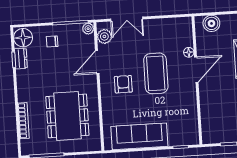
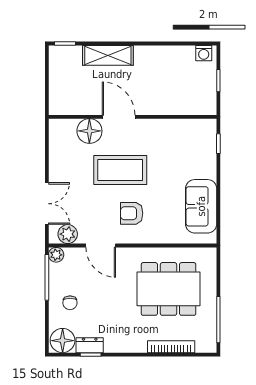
boiler: (211, 23) -> (59, 93), removed
floor lamp: (189, 52) -> (89, 131), width x1.89, depth x1.89
sofa: (139, 136) -> (201, 206), width x0.73

